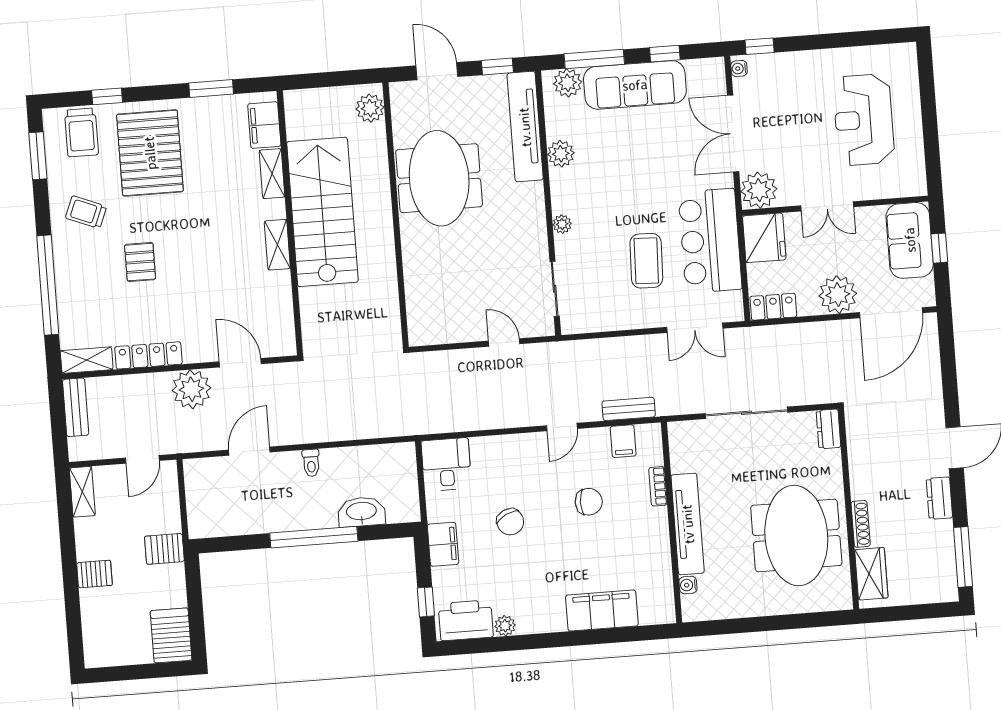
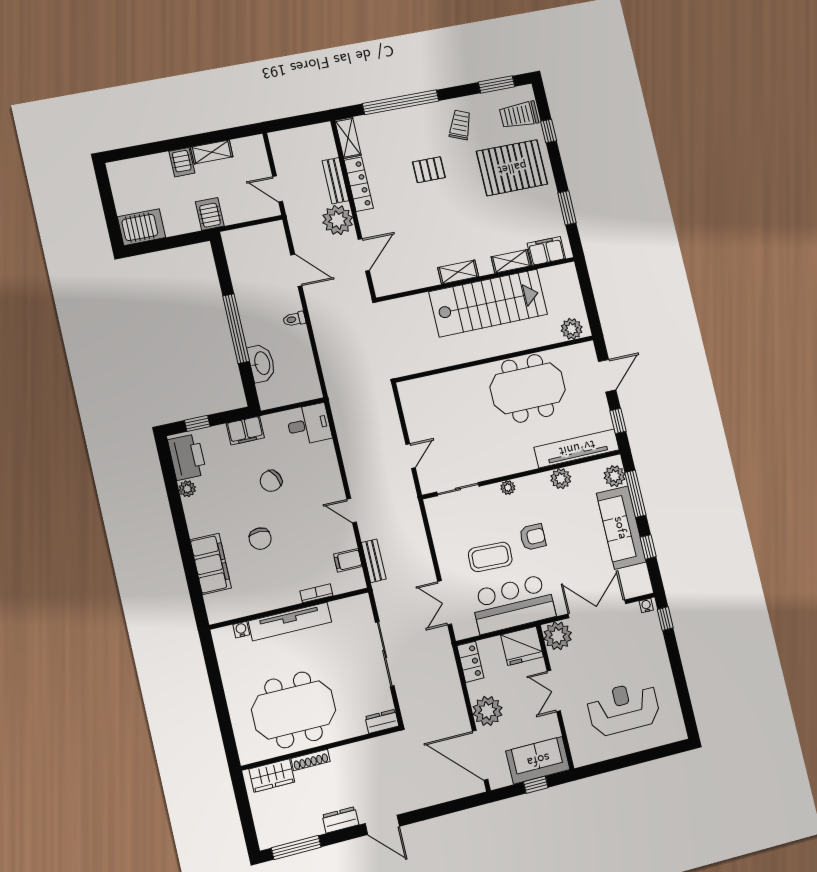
armchair: (629, 202) -> (533, 537), added
bench: (76, 407) -> (335, 181), moved, turned 90
shelving: (82, 492) -> (212, 152), moved
chair: (589, 502) -> (260, 539), moved

